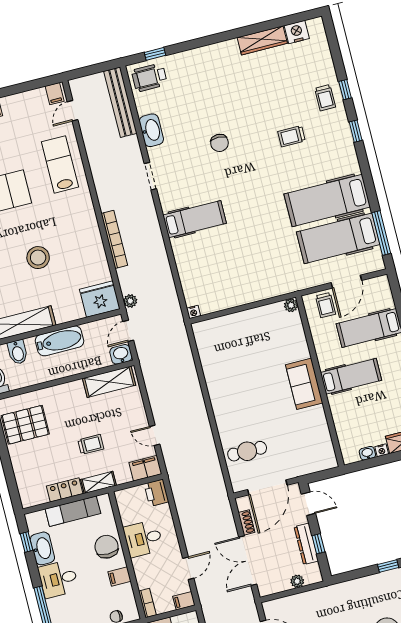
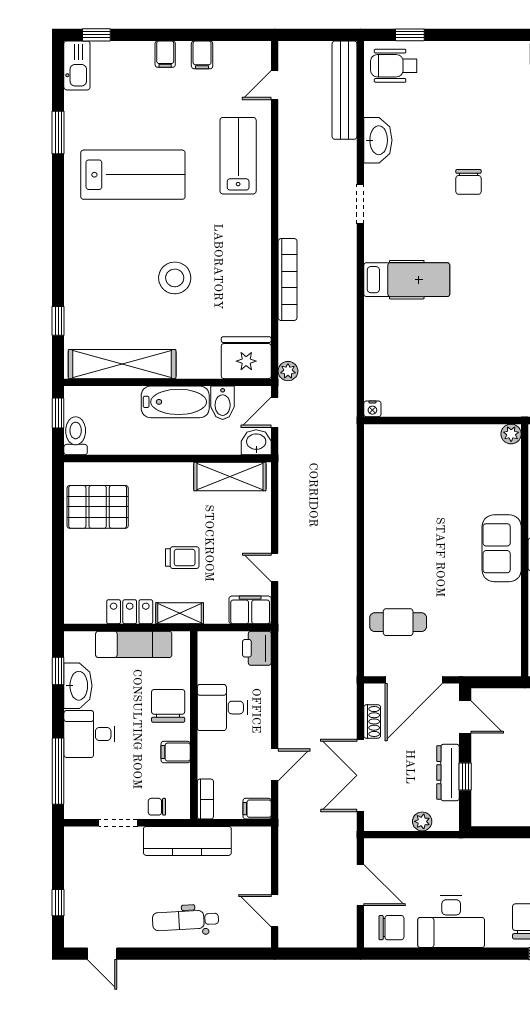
filing cabinet: (55, 94) -> (202, 55), moved
bidet: (18, 352) -> (223, 403), moved

